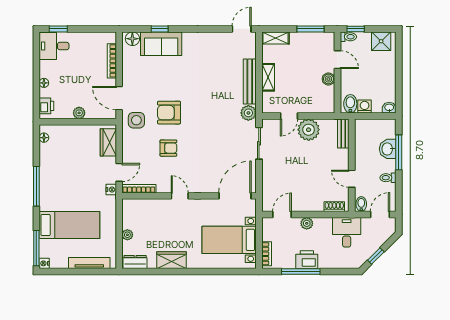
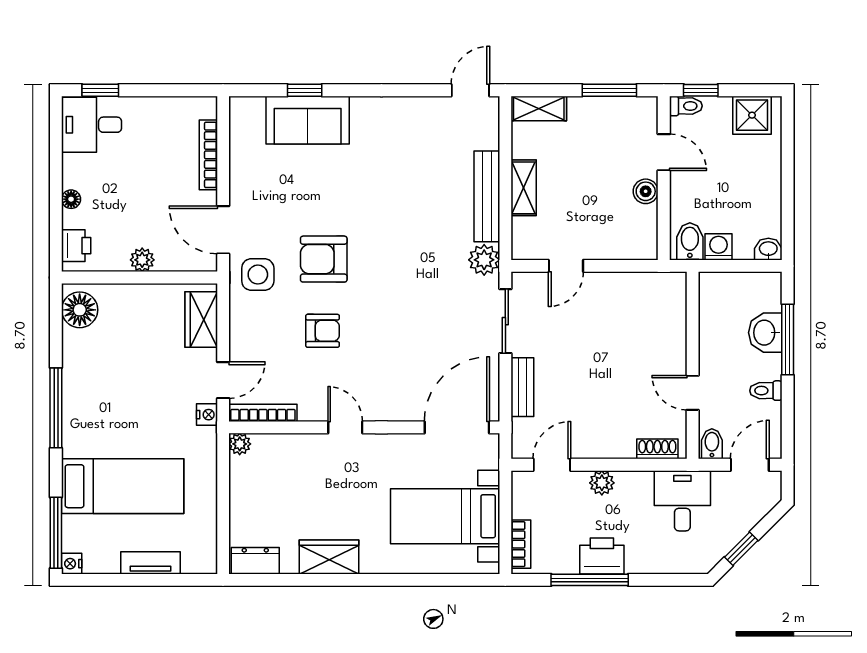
floor lamp: (132, 39) -> (250, 110), removed
plant: (309, 130) -> (606, 294), removed
bench: (343, 133) -> (522, 387), moved
floor lamp: (44, 138) -> (80, 310), width x1.89, depth x1.89
plant: (127, 235) -> (240, 444), moved
tv unit: (89, 263) -> (151, 563), width x0.71

